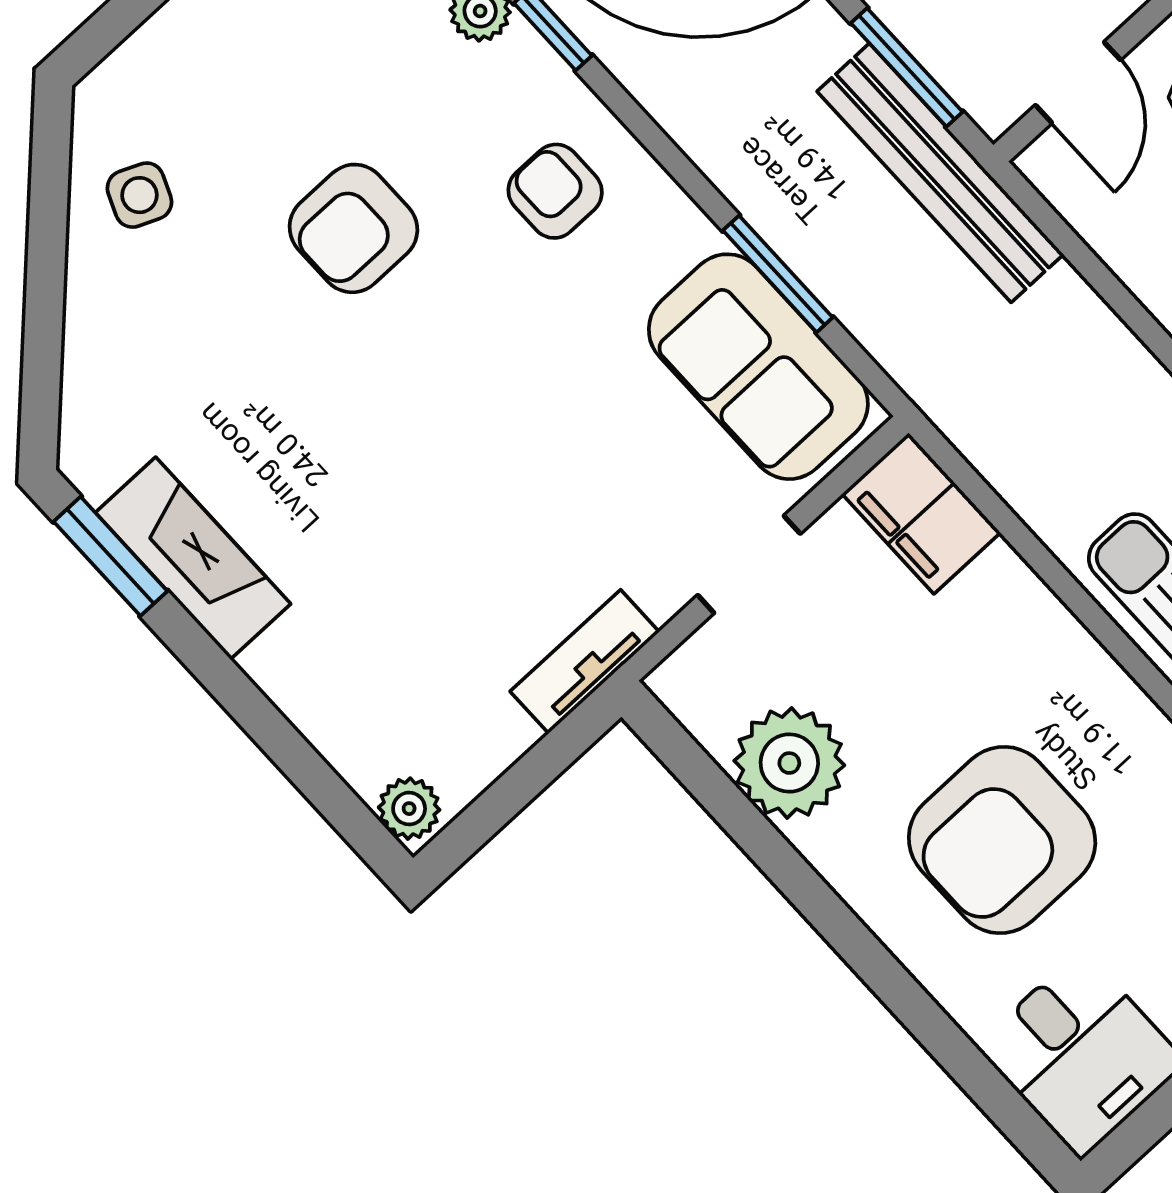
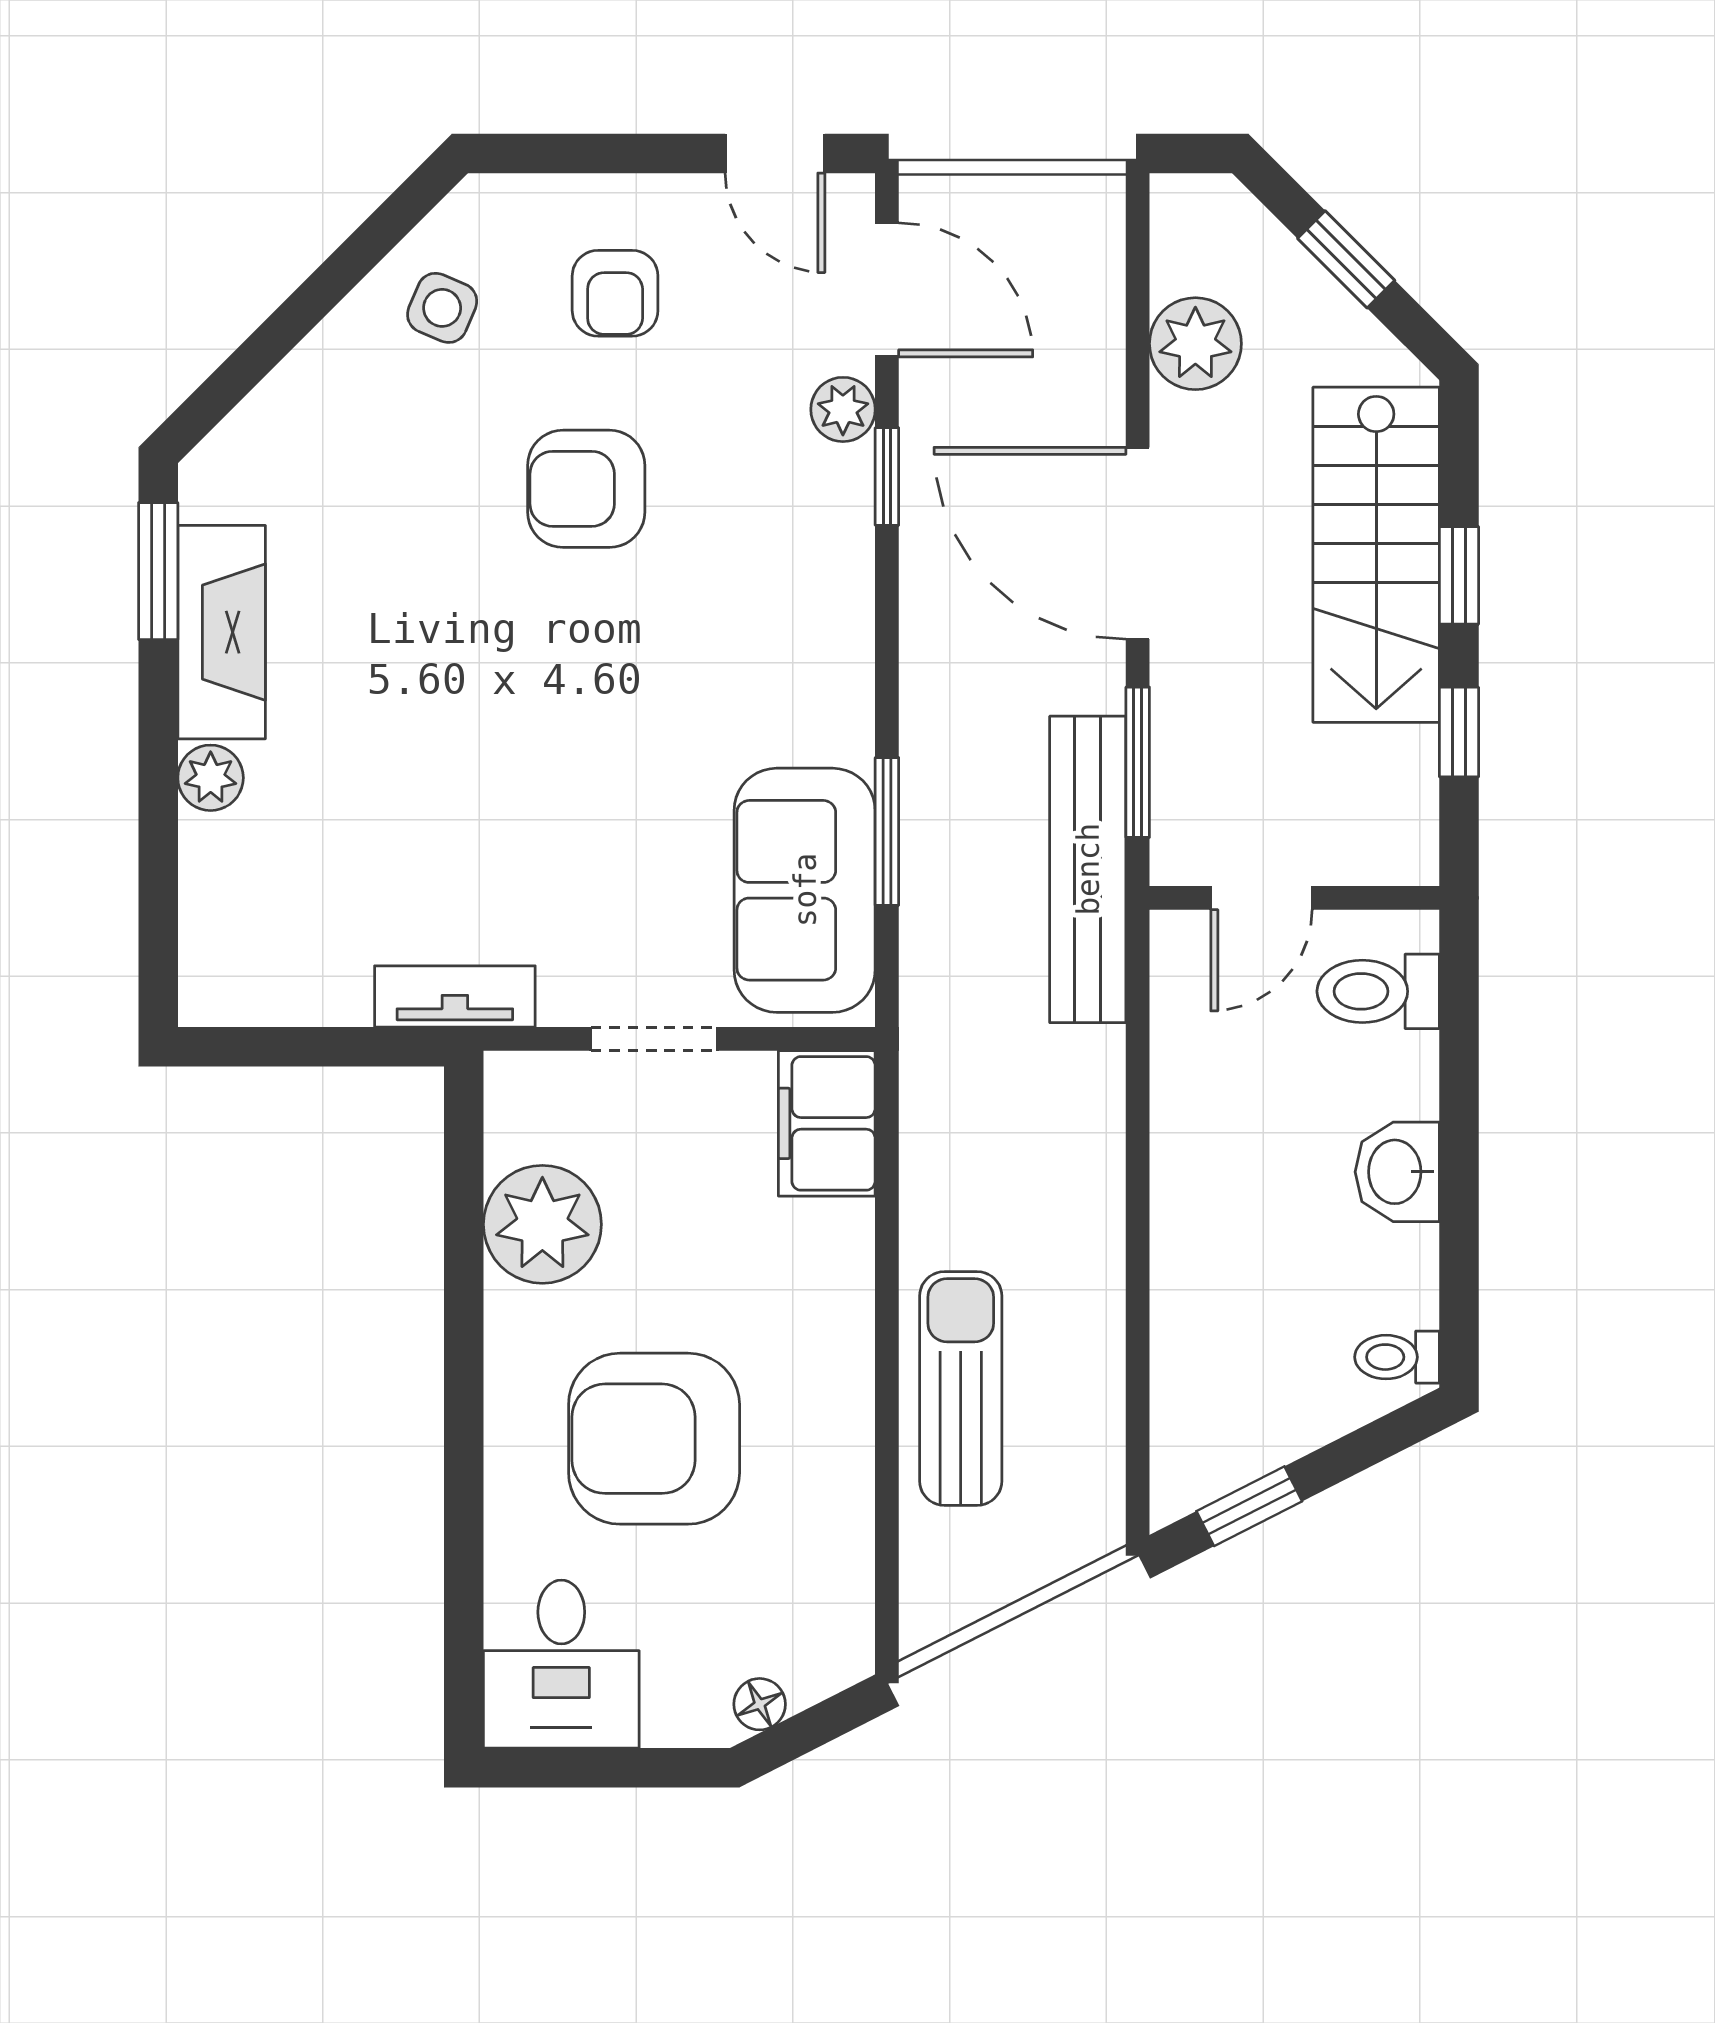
armchair: (555, 191) -> (615, 293), moved, turned 180
plant: (409, 809) -> (211, 778), moved

